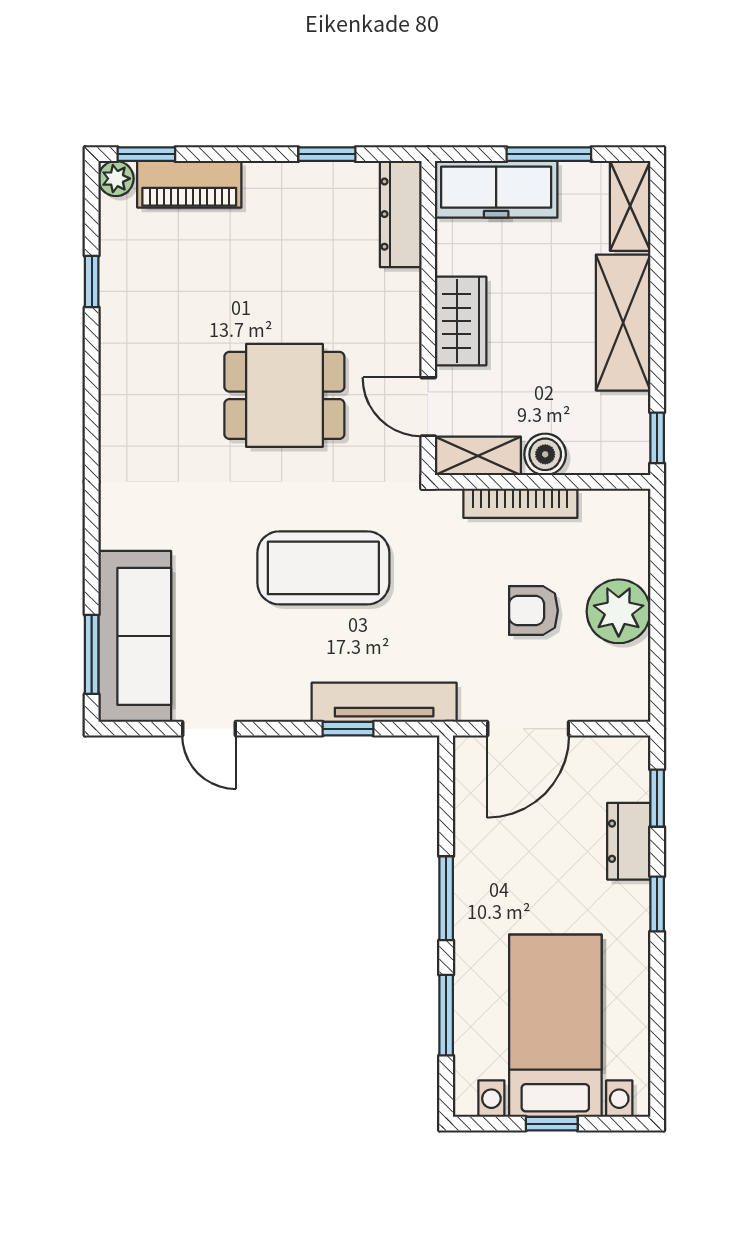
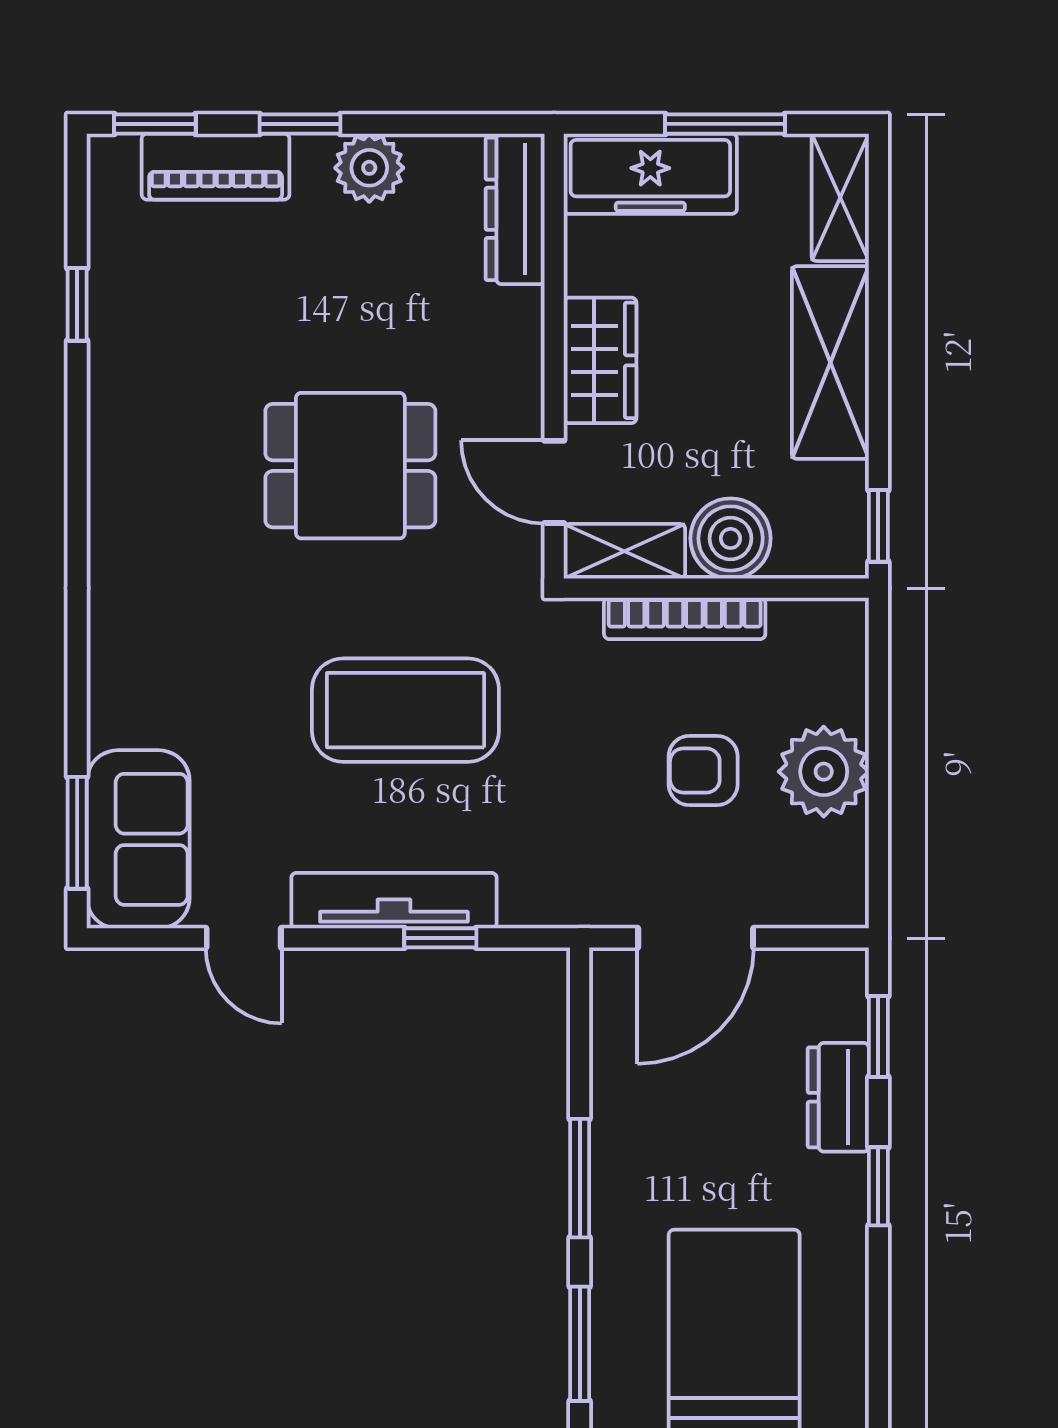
window: (327, 154) -> (300, 124), moved
plant: (116, 179) -> (369, 168), moved, width x1.38, depth x1.38
boiler: (545, 454) -> (731, 538), width x1.36, depth x1.36
sofa: (135, 636) -> (138, 839), width x0.73
tv unit: (384, 702) -> (394, 901), moved

